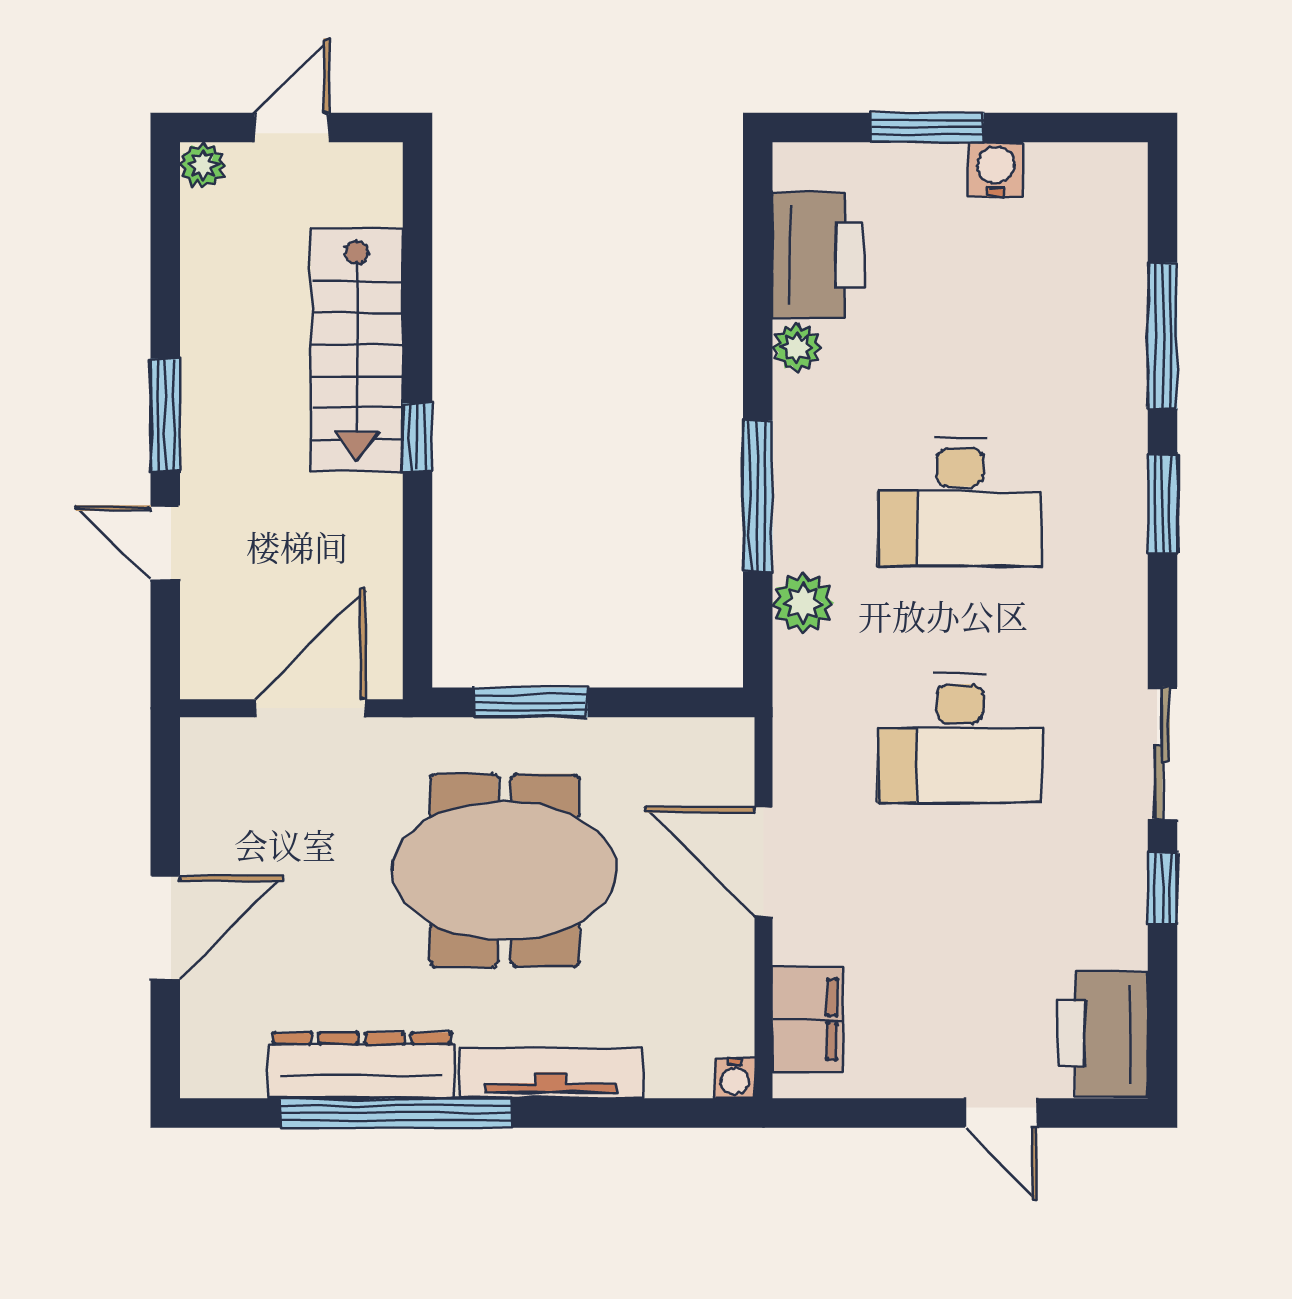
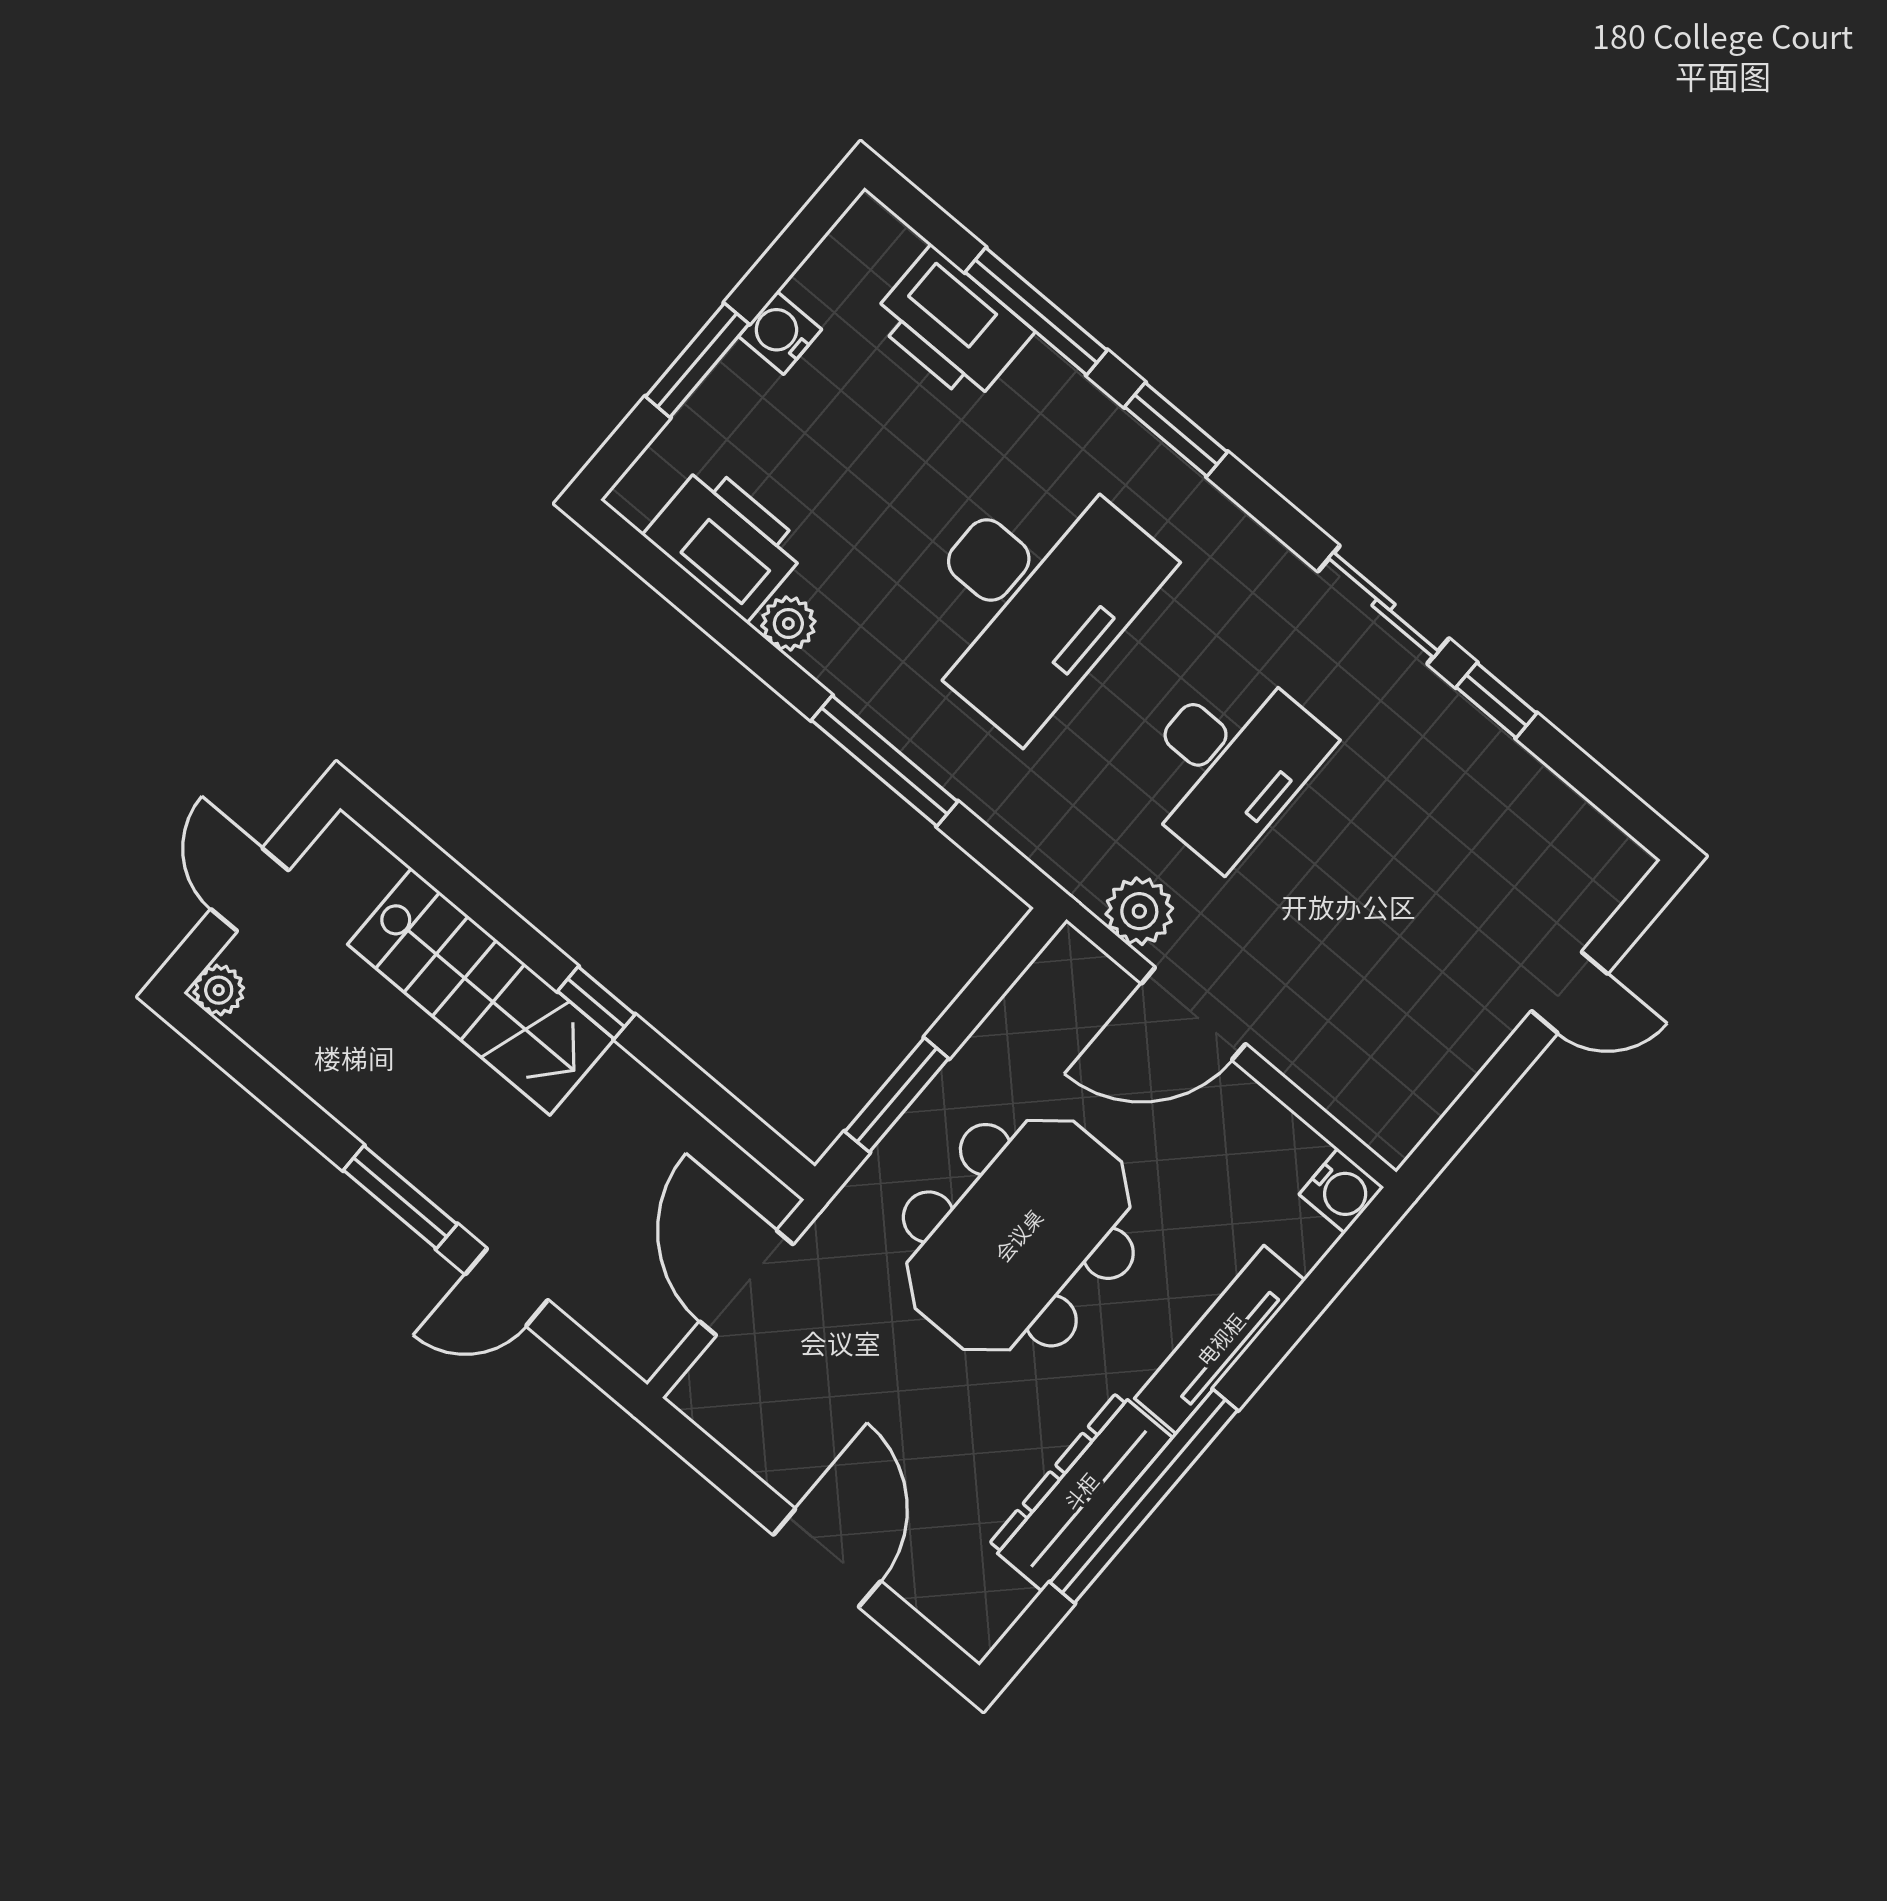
desk: (960, 502) -> (1032, 597), width x1.36, depth x1.30
plant: (803, 603) -> (1139, 911), moved
filing cabinet: (808, 1019) -> (1355, 1088), removed
printer: (1103, 1034) -> (952, 325), moved
water cooler: (735, 1078) -> (1341, 1191), width x1.38, depth x1.38

